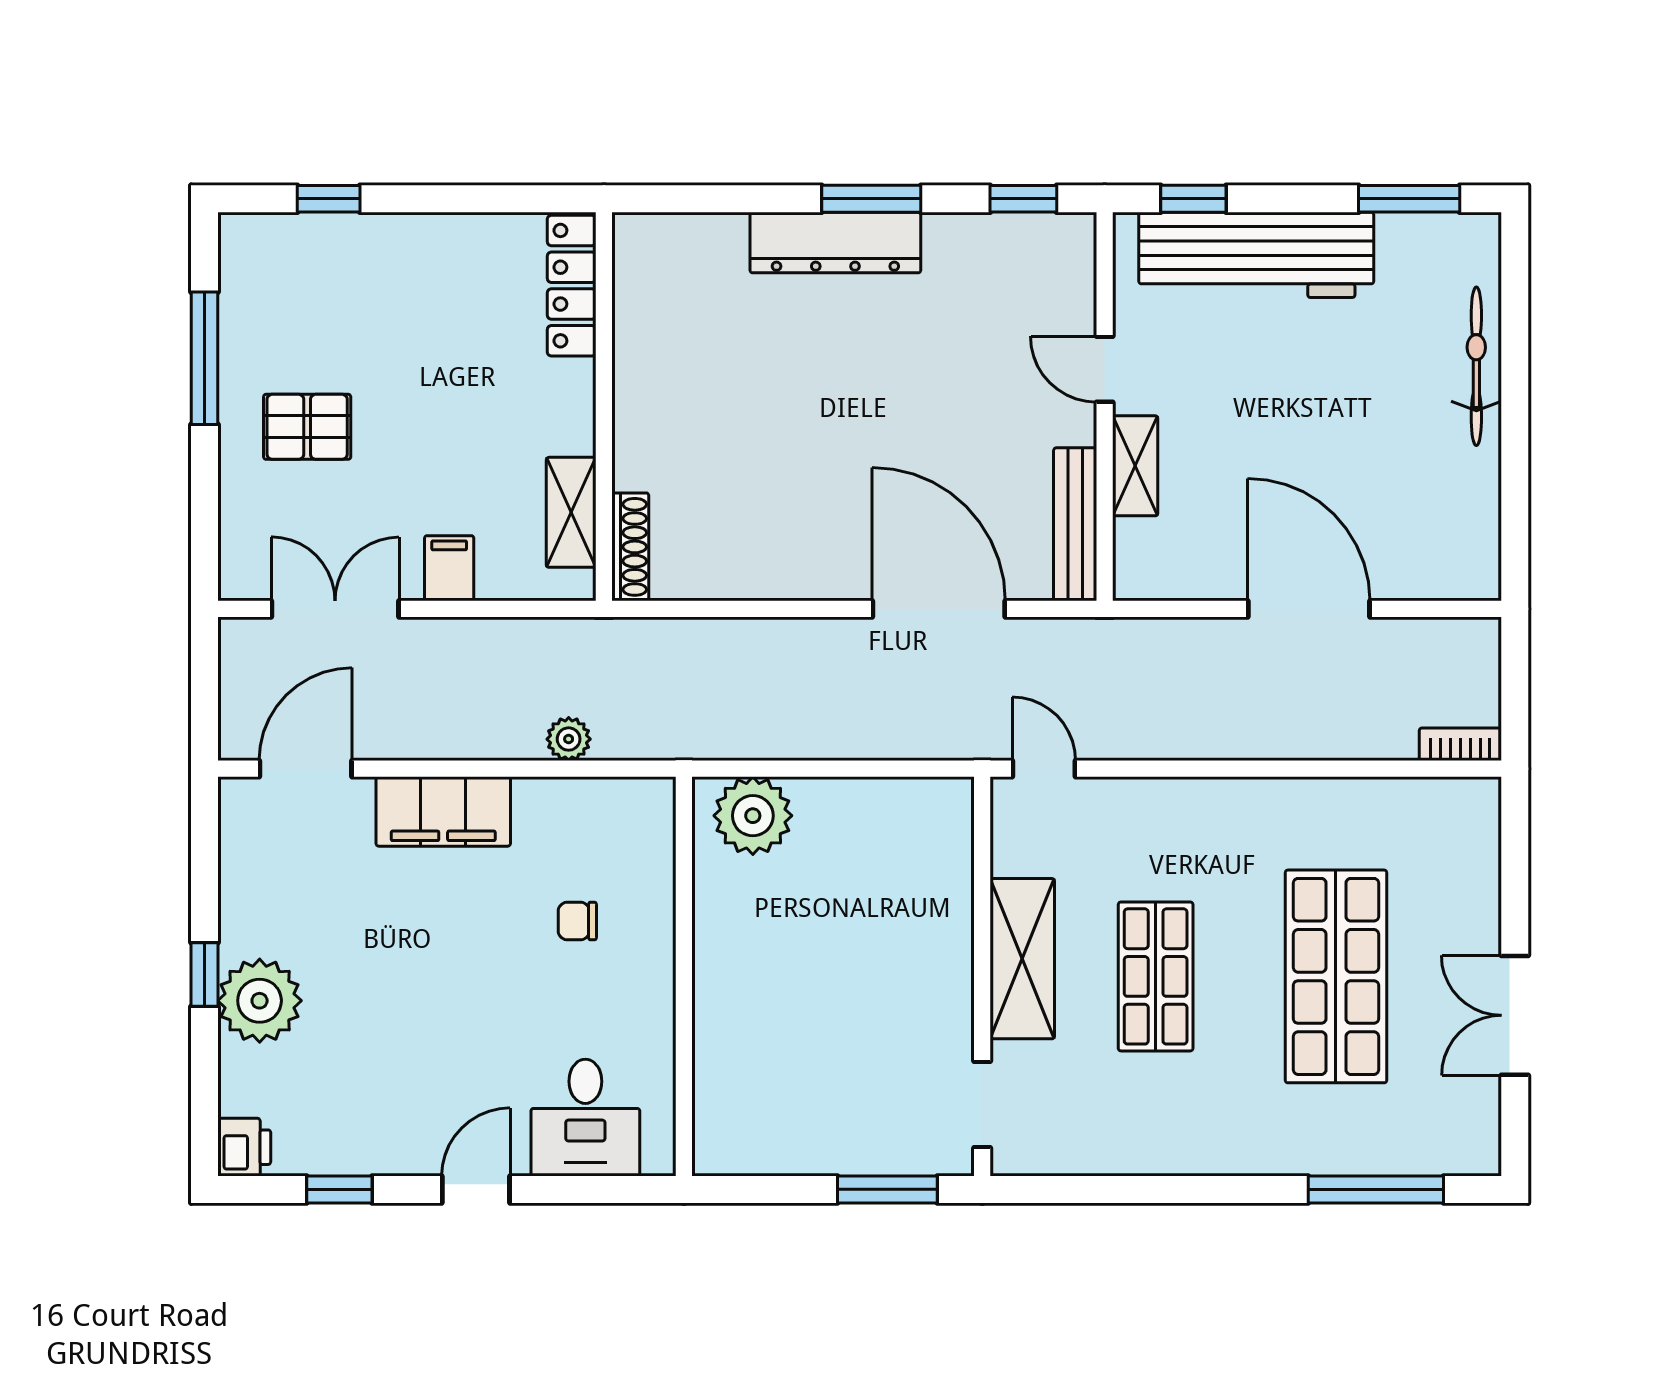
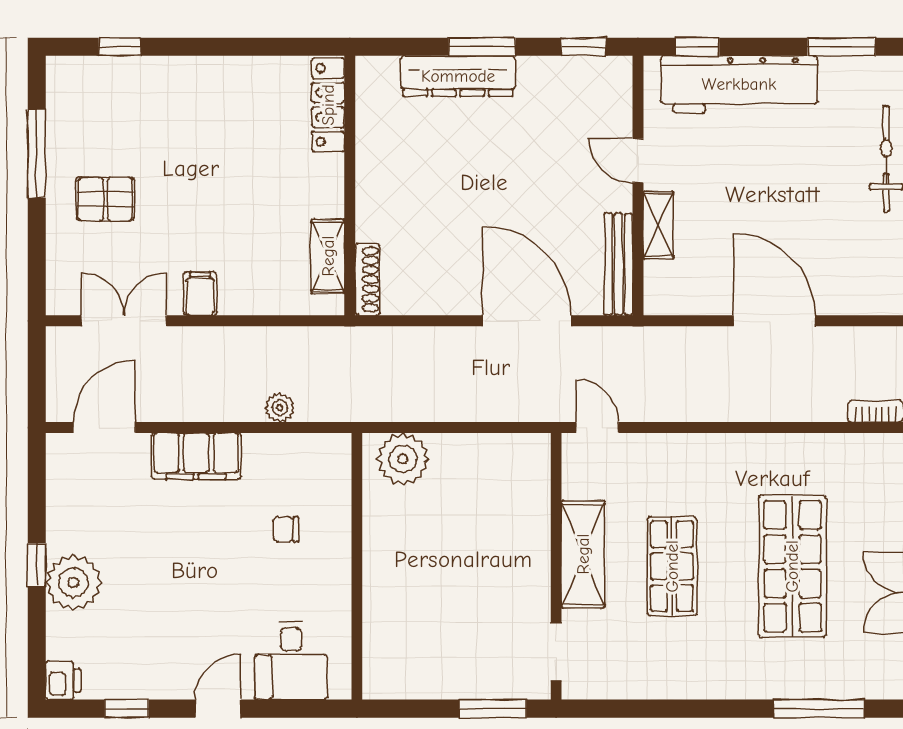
locker: (572, 286) -> (328, 105), moved
wall: (604, 407) -> (350, 186), moved
shelving: (571, 512) -> (328, 256), moved
shoe rack: (630, 547) -> (367, 279), moved

